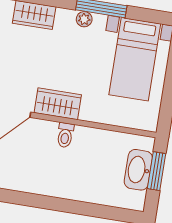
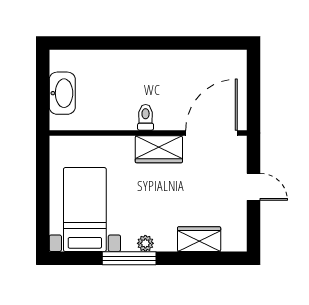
window: (157, 171) -> (43, 95), removed

